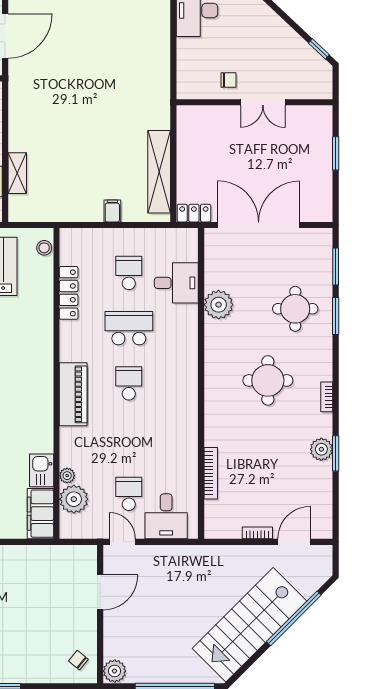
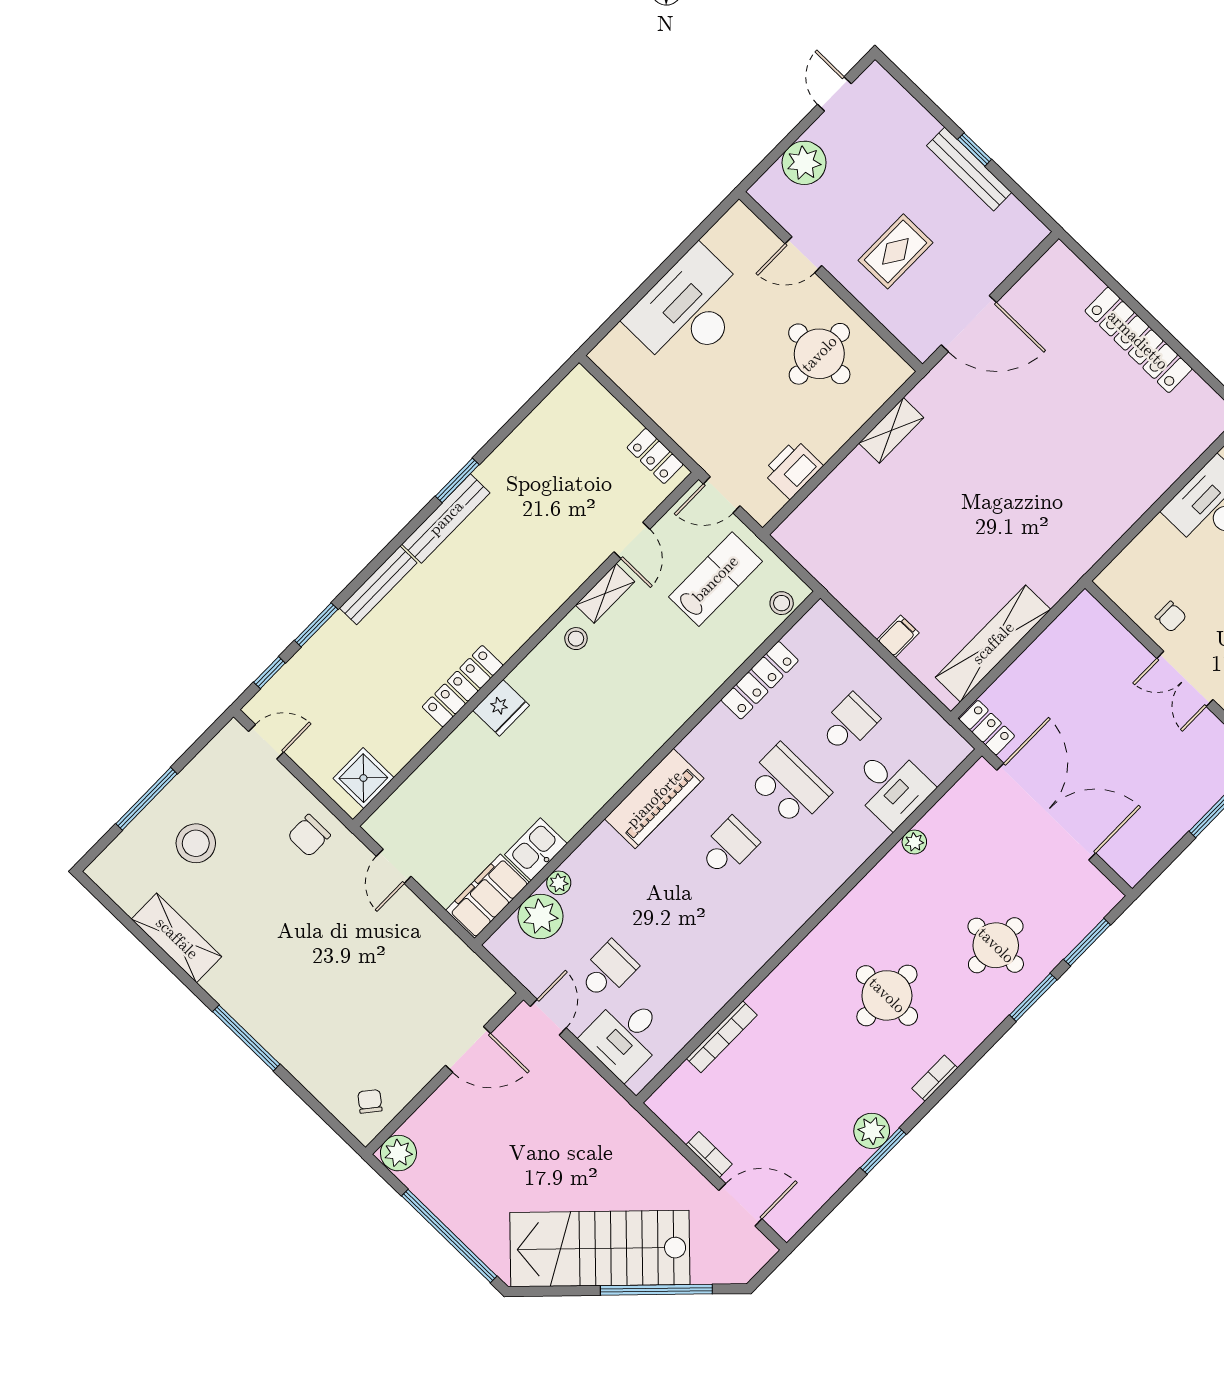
shelving: (17, 173) -> (891, 430), moved
plant: (219, 305) -> (914, 842), width x0.53, depth x0.53

